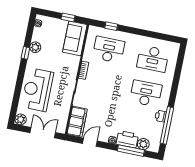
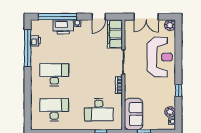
plant: (35, 47) -> (170, 112), moved
desk: (146, 93) -> (54, 75), turned 180
printer: (161, 116) -> (35, 41), moved
plant: (143, 144) -> (47, 25), removed
window: (131, 151) -> (57, 17), width x1.46

